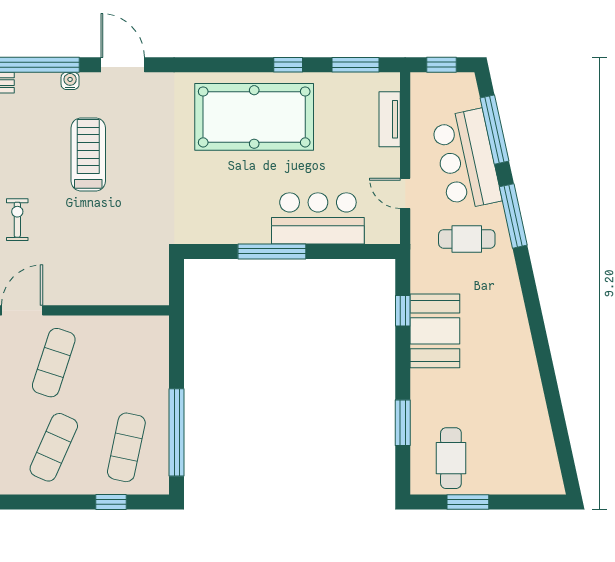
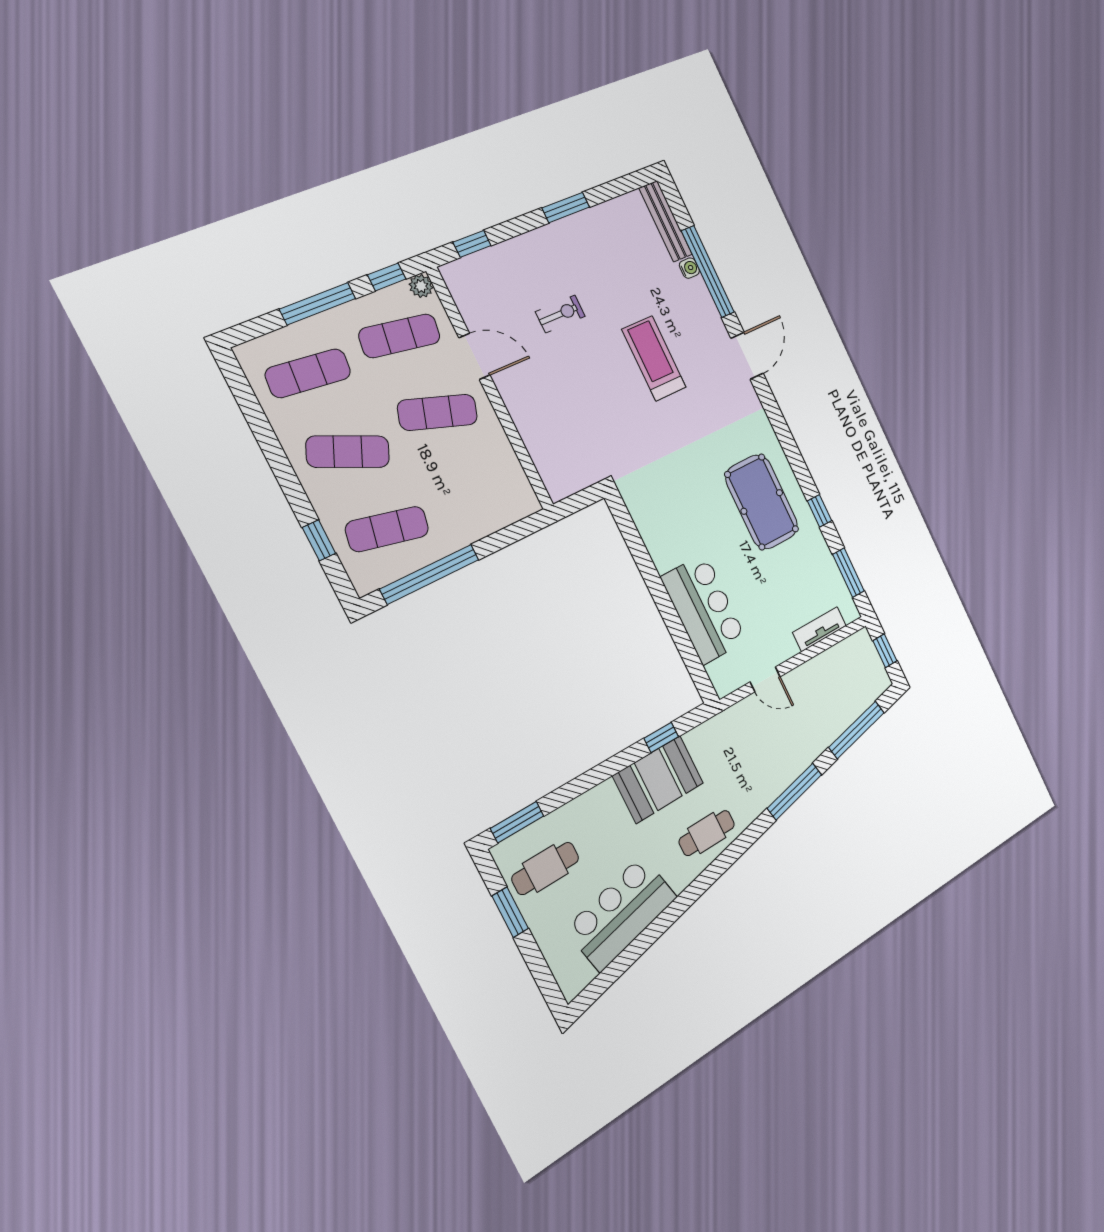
water cooler: (70, 81) -> (689, 268), moved
pool table: (254, 117) -> (762, 502), width x0.73, depth x0.76
treadmill: (88, 155) -> (654, 358), turned -90
bar counter: (466, 160) -> (621, 913), moved
door: (405, 193) -> (765, 679), swing flipped
cafe table: (467, 239) -> (707, 833), moved, turned 90
window: (272, 251) -> (653, 580), removed
window: (403, 423) -> (517, 822), moved

